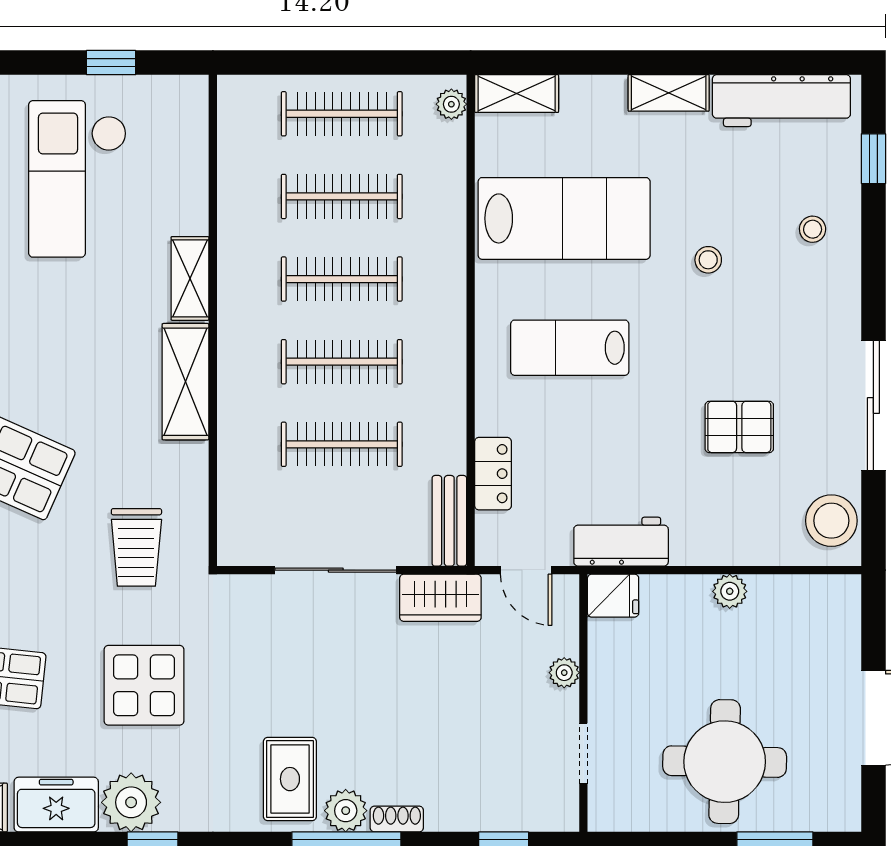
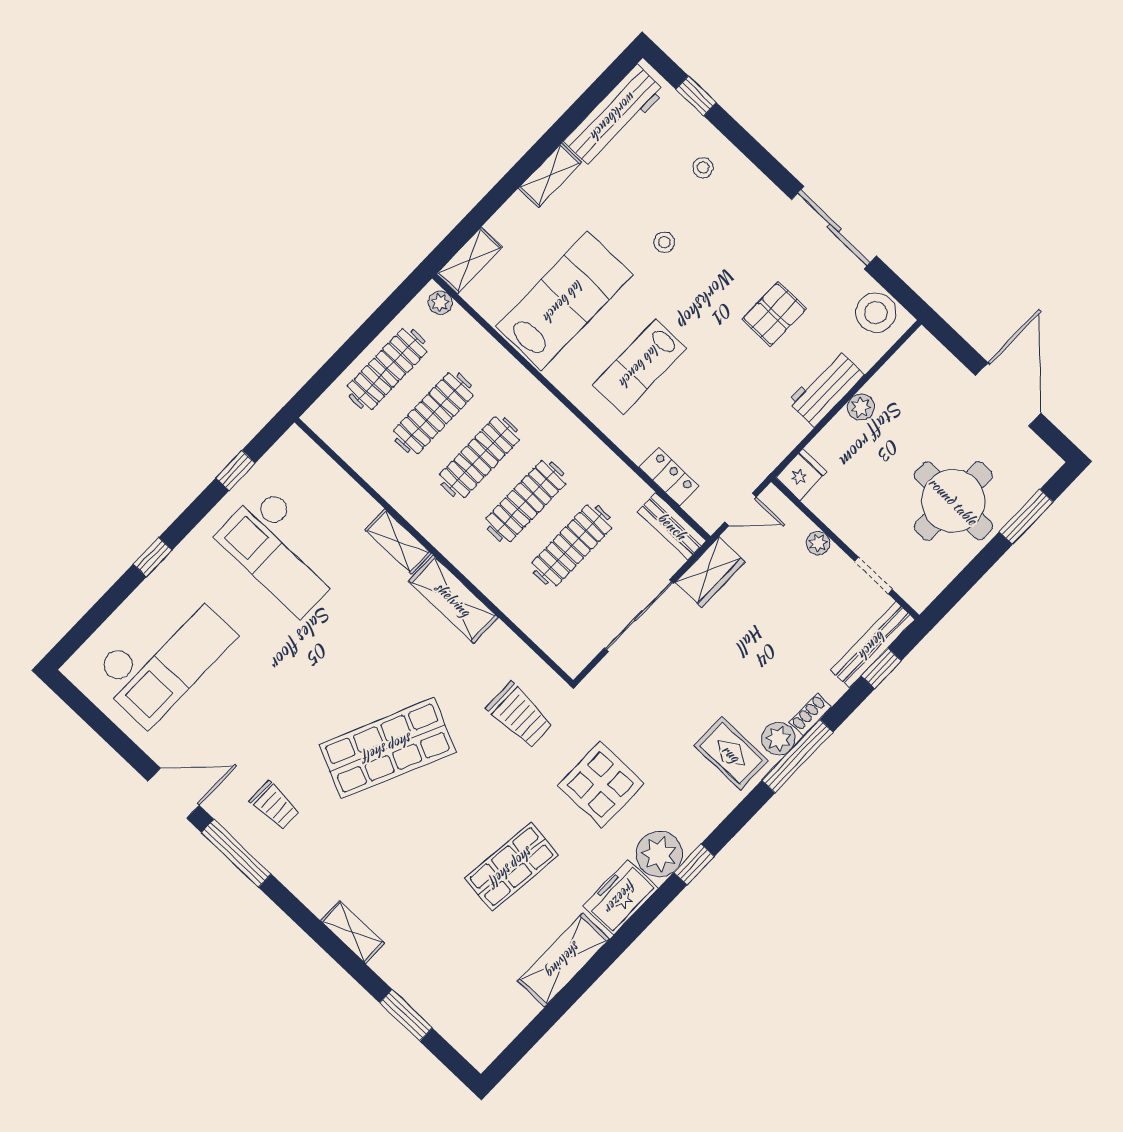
workbench: (621, 542) -> (826, 388), moved
bench: (518, 815) -> (873, 645), added

